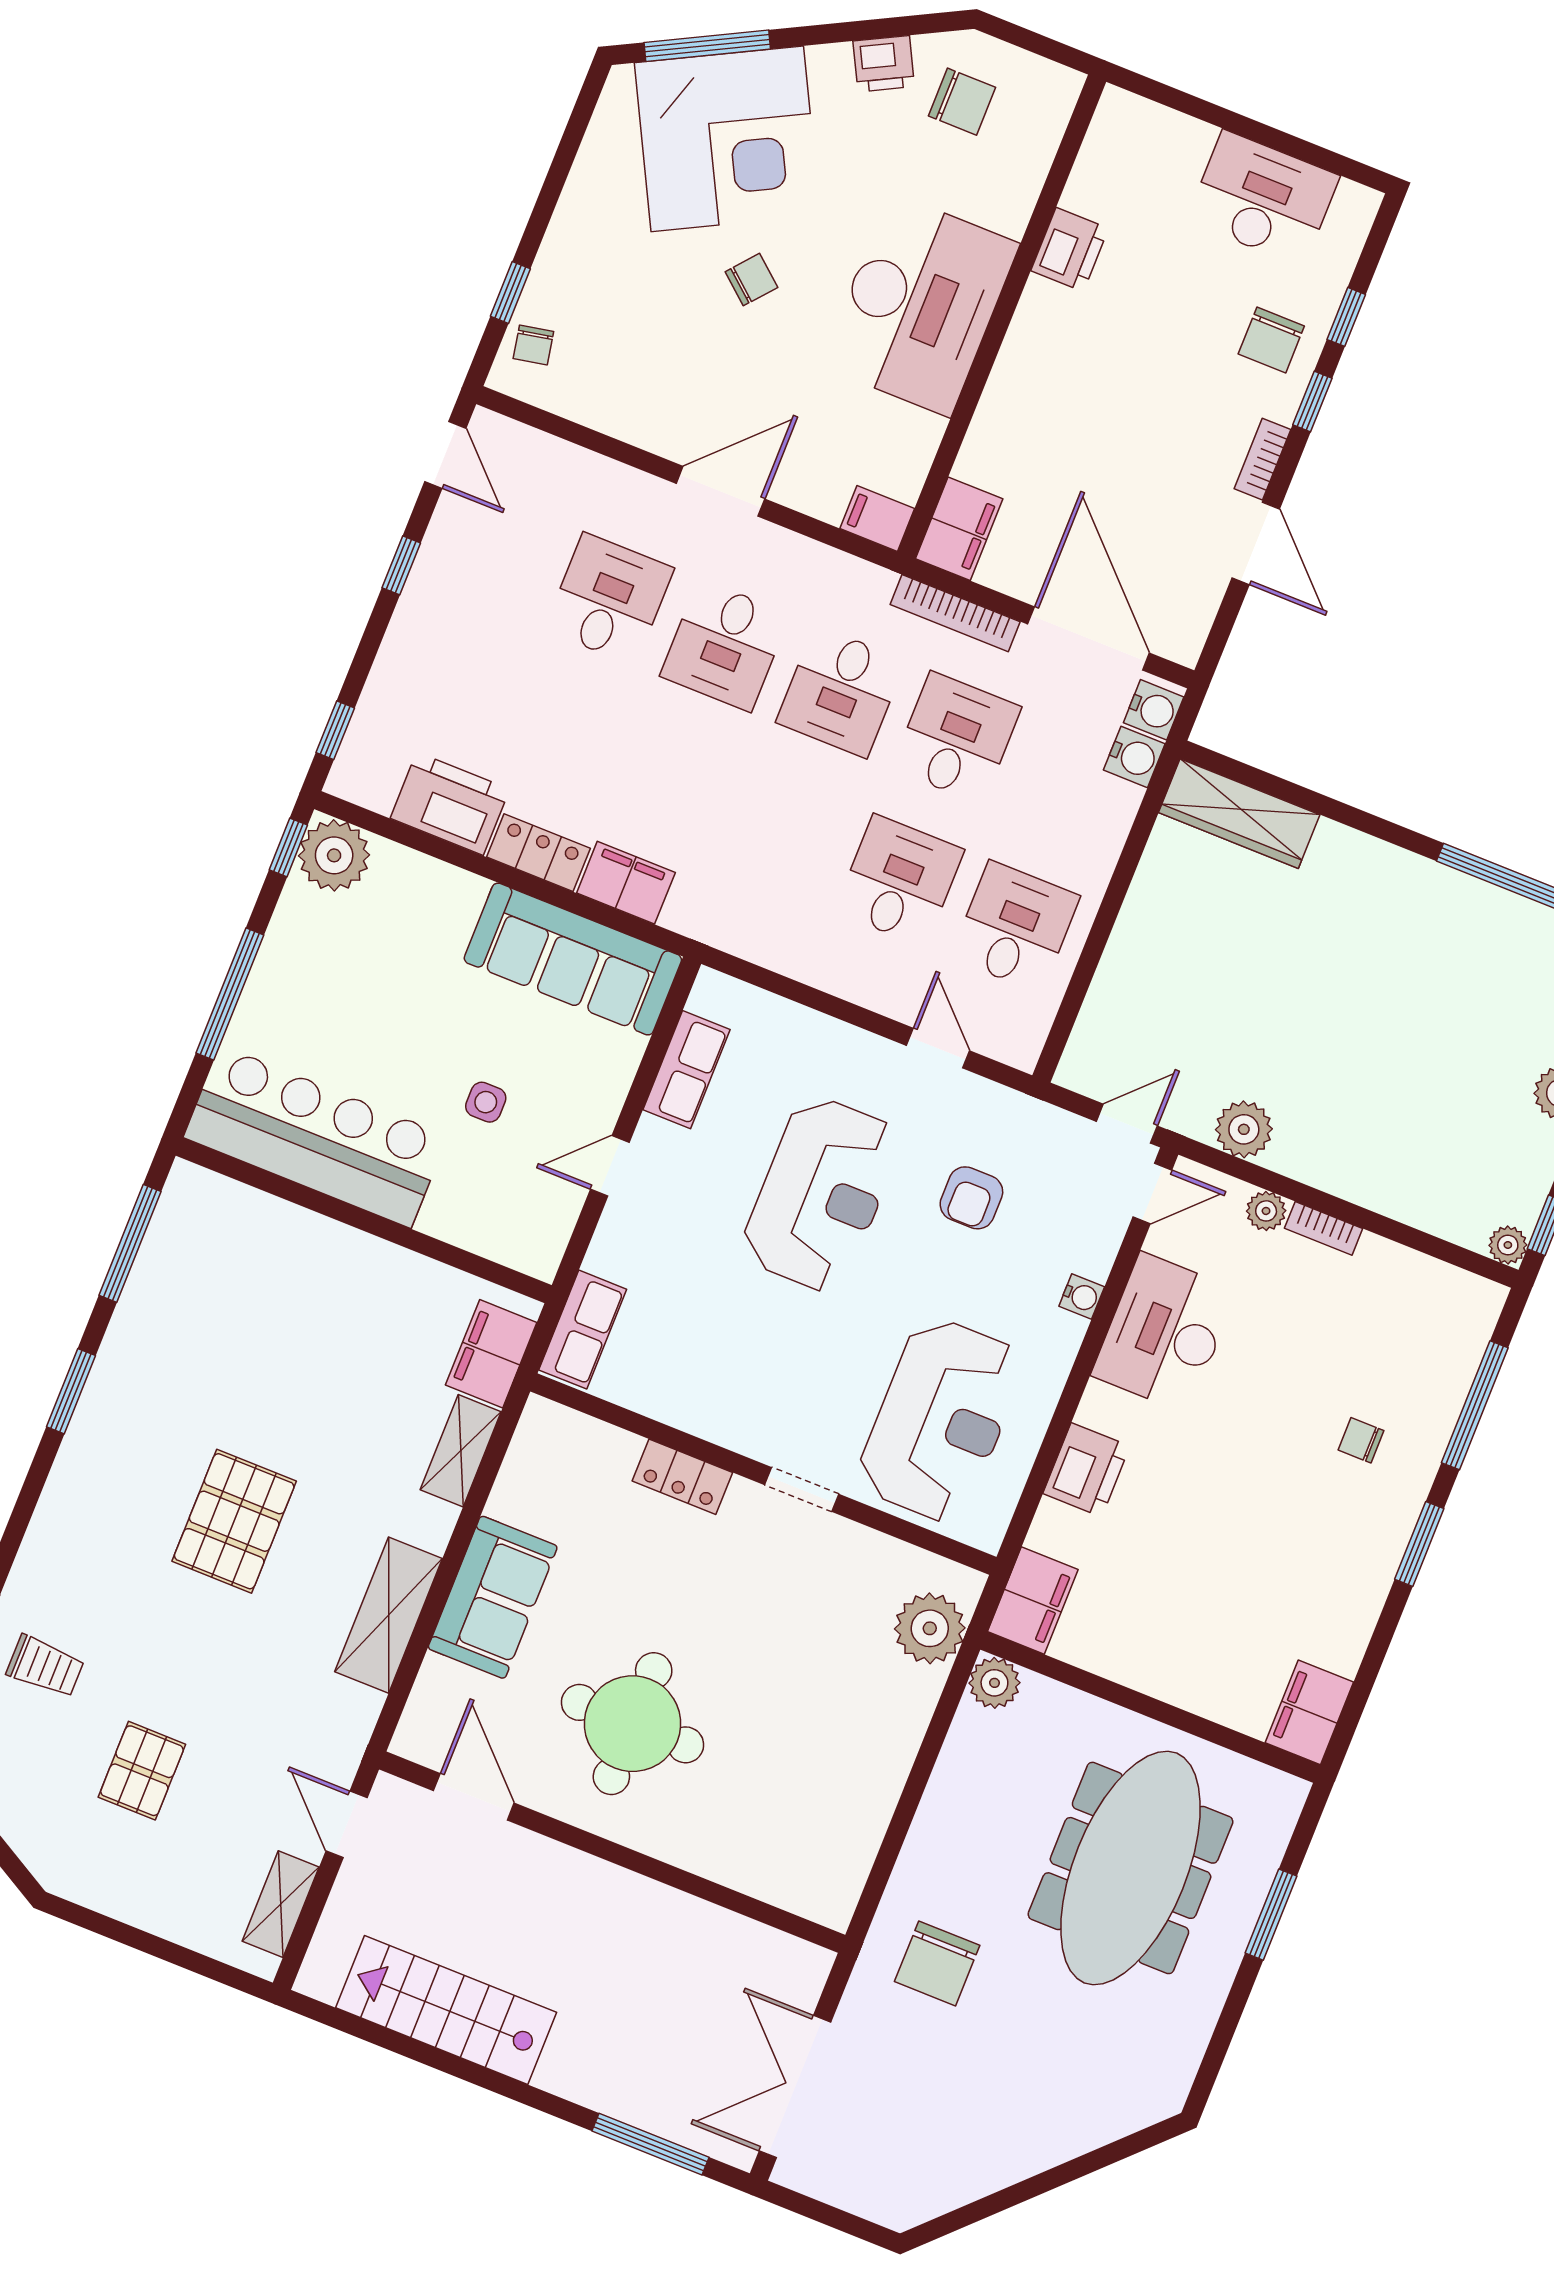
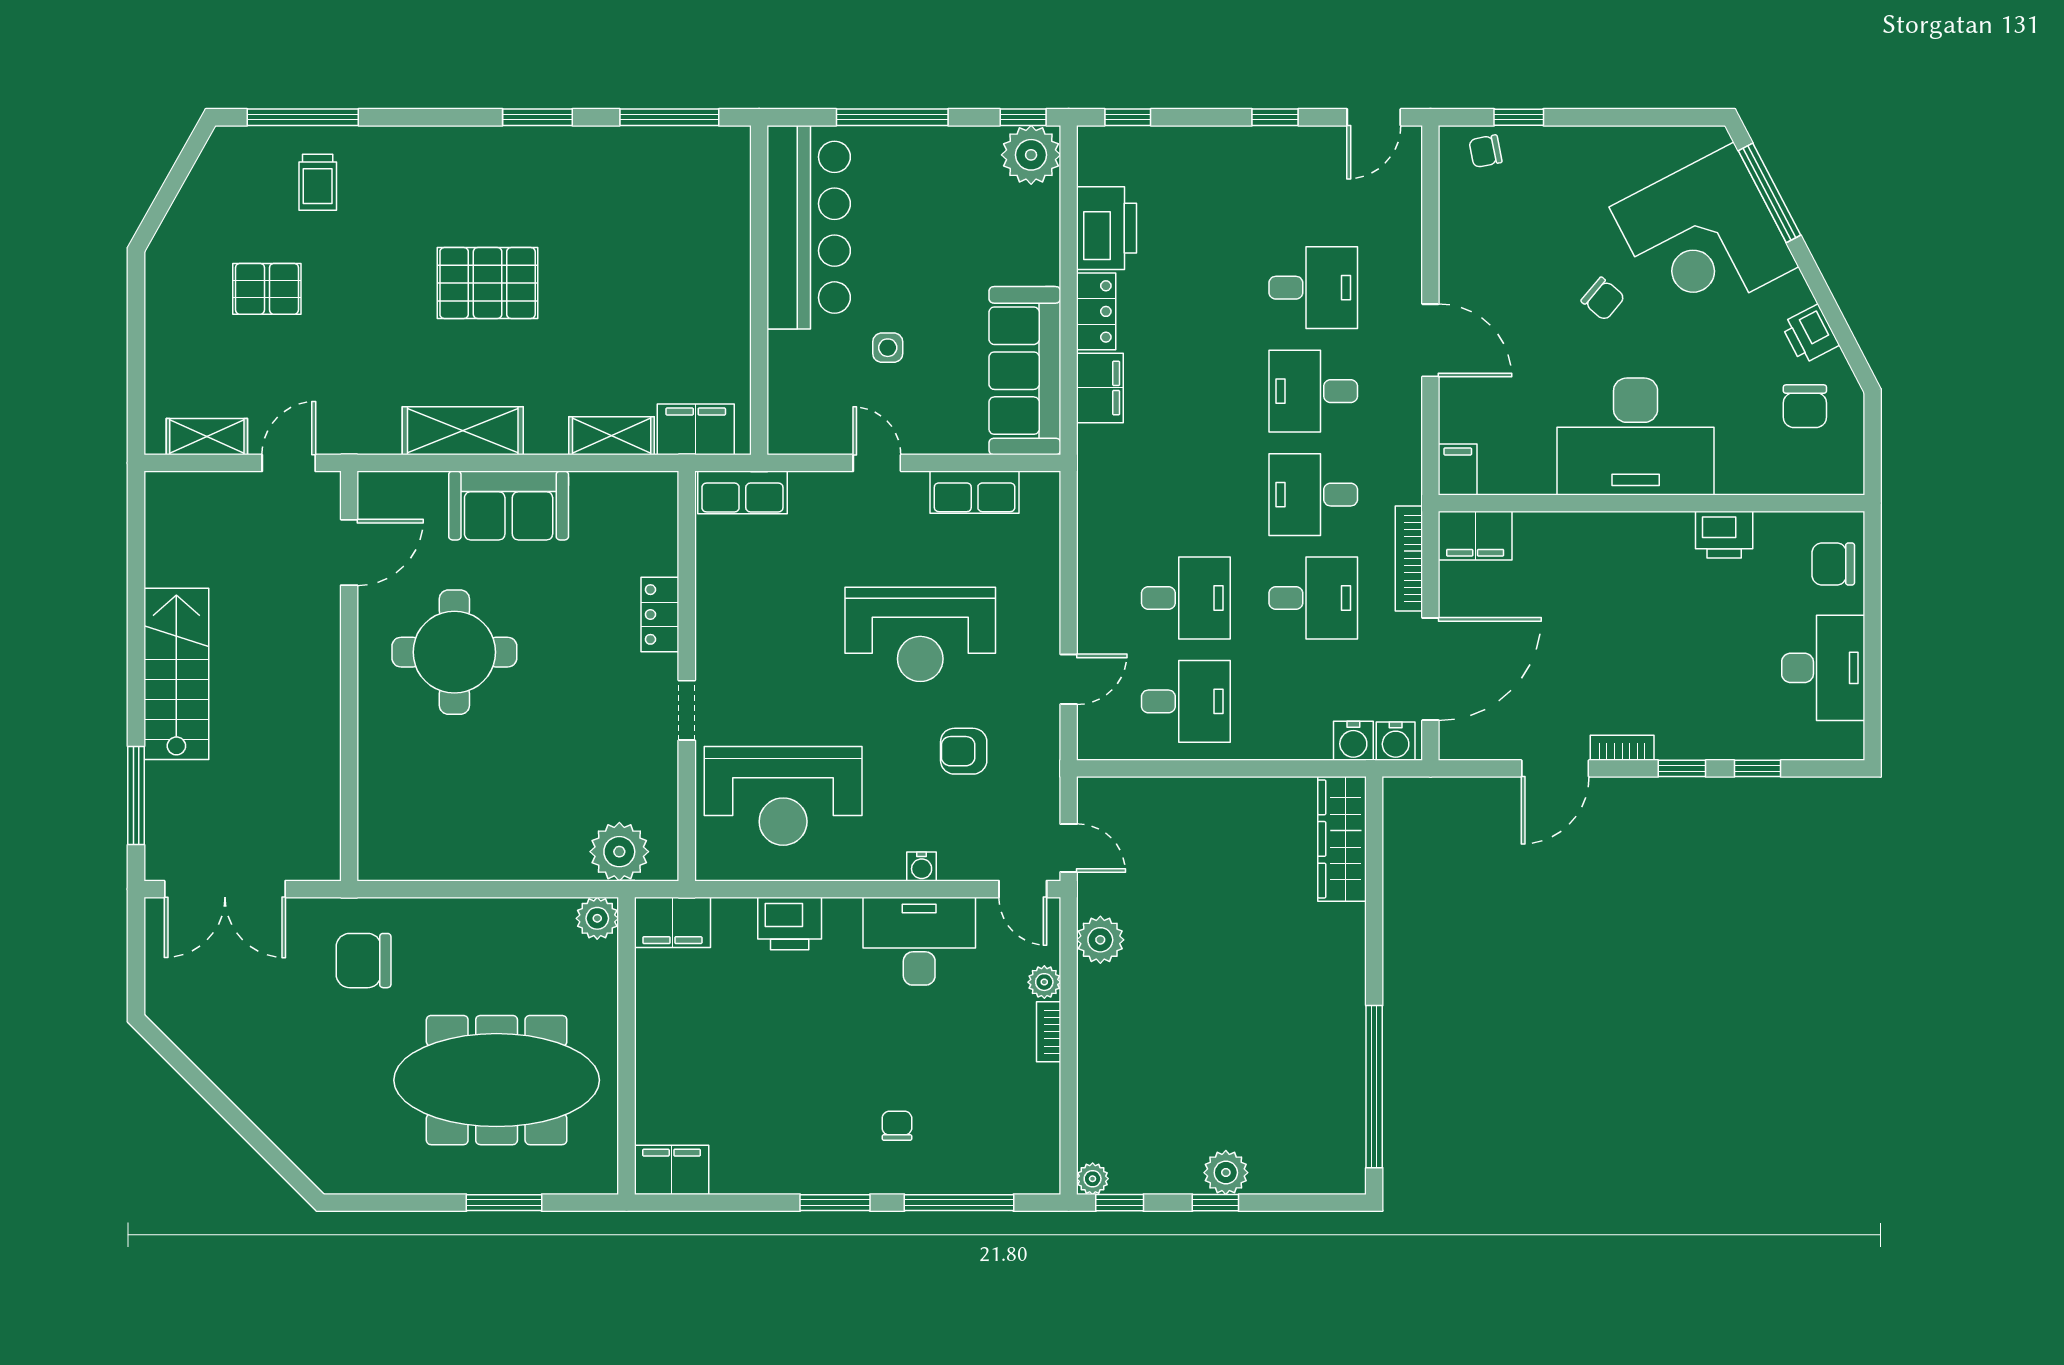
chair: (1271, 340) -> (1833, 564), moved
stairs: (446, 2010) -> (176, 674), moved
double door: (795, 2087) -> (225, 889), swing flipped

